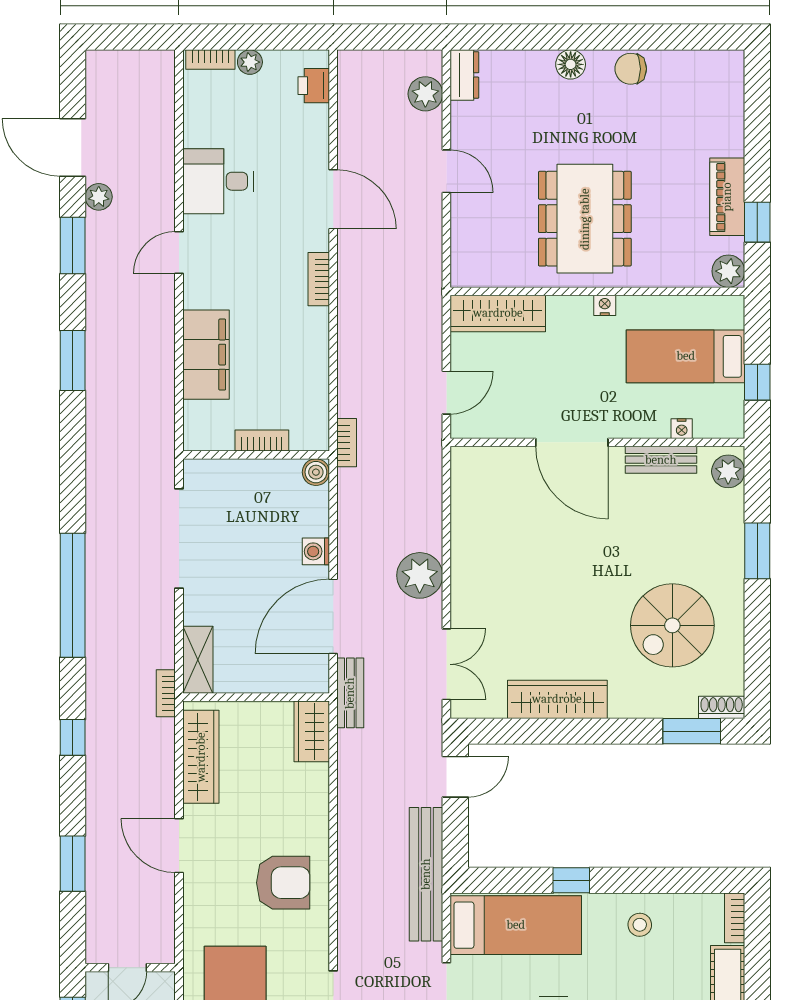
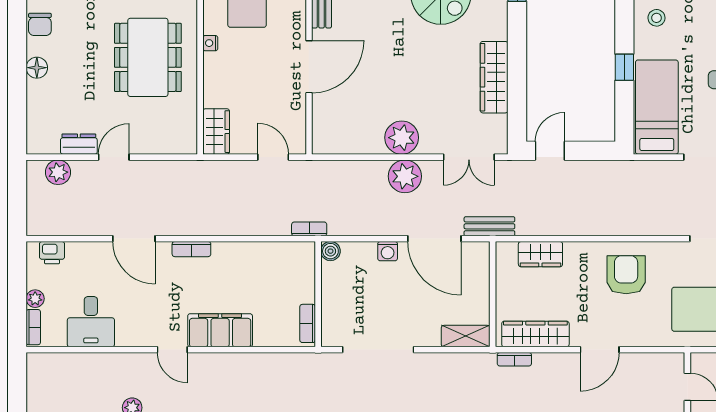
dresser: (464, 75) -> (79, 144), moved
desk: (218, 181) -> (91, 322), moved
door: (333, 199) -> (134, 239), swing flipped
dining table: (585, 219) -> (148, 57), turned 90
wardrobe: (498, 313) -> (216, 132), width x0.67
filing cabinet: (206, 355) -> (220, 330), moved
bookcase: (262, 440) -> (308, 323), moved
plant: (473, 571) -> (402, 138), added
double door: (446, 664) -> (469, 157), swing flipped
bookcase: (166, 693) -> (514, 359), moved
wardrobe: (312, 731) -> (540, 254), moved
door: (455, 777) -> (550, 151), hinge flipped
bench: (426, 874) -> (620, 172), removed

